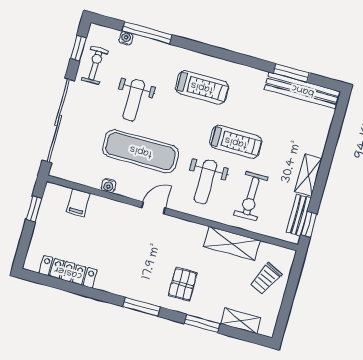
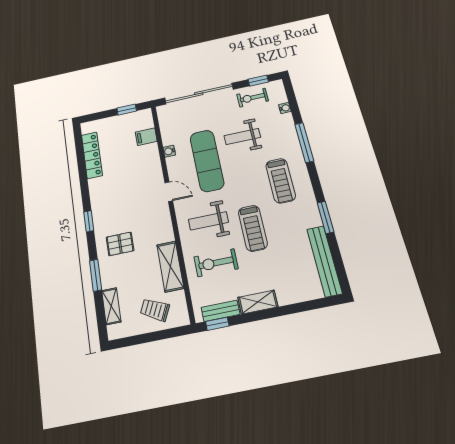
window: (147, 33) -> (304, 143), moved
exercise bike: (95, 65) -> (253, 98), turned 180
window: (291, 73) -> (325, 217), moved
window: (141, 307) -> (89, 221), width x0.67

